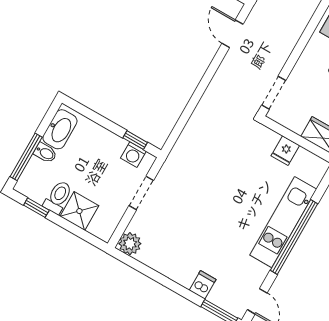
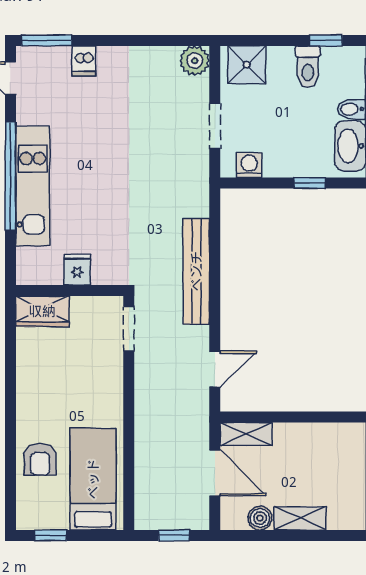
door: (232, 34) -> (215, 369), hinge flipped
bench: (208, 105) -> (196, 271), added
window: (135, 140) -> (310, 183), moved
shower: (79, 211) -> (247, 65), moved

